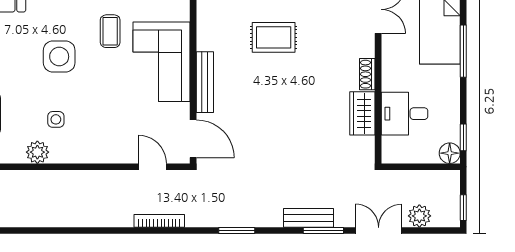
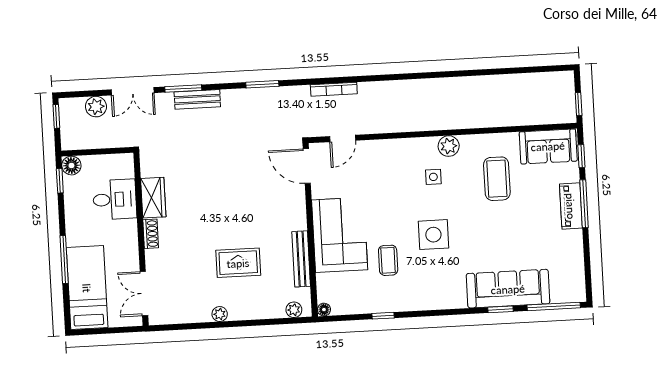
bench: (205, 82) -> (301, 259), moved
door: (152, 167) -> (343, 138), hinge flipped

